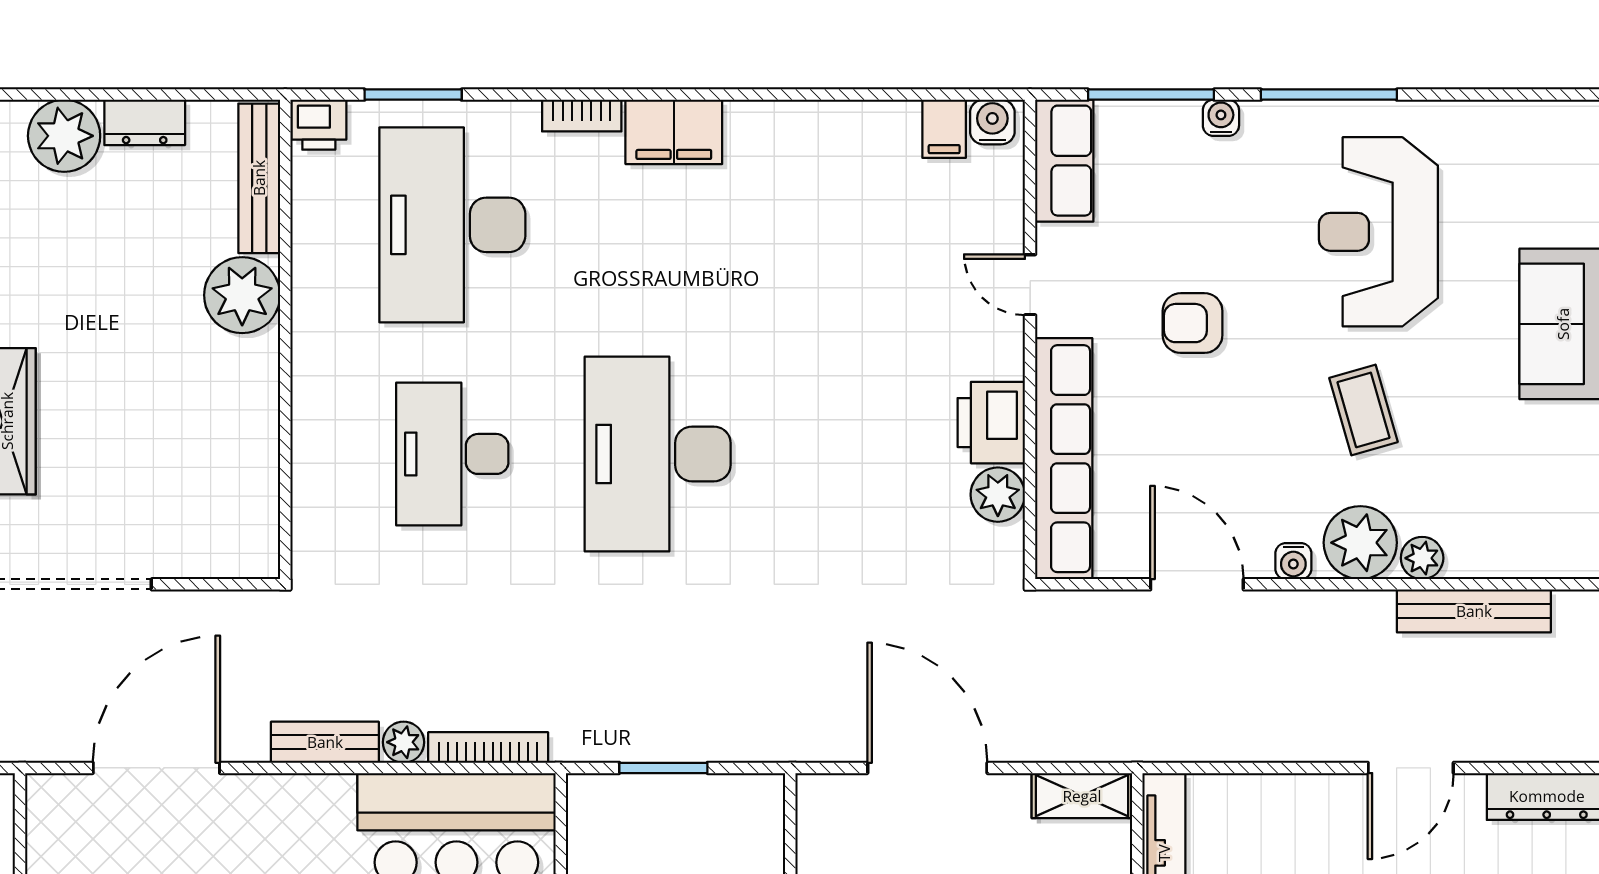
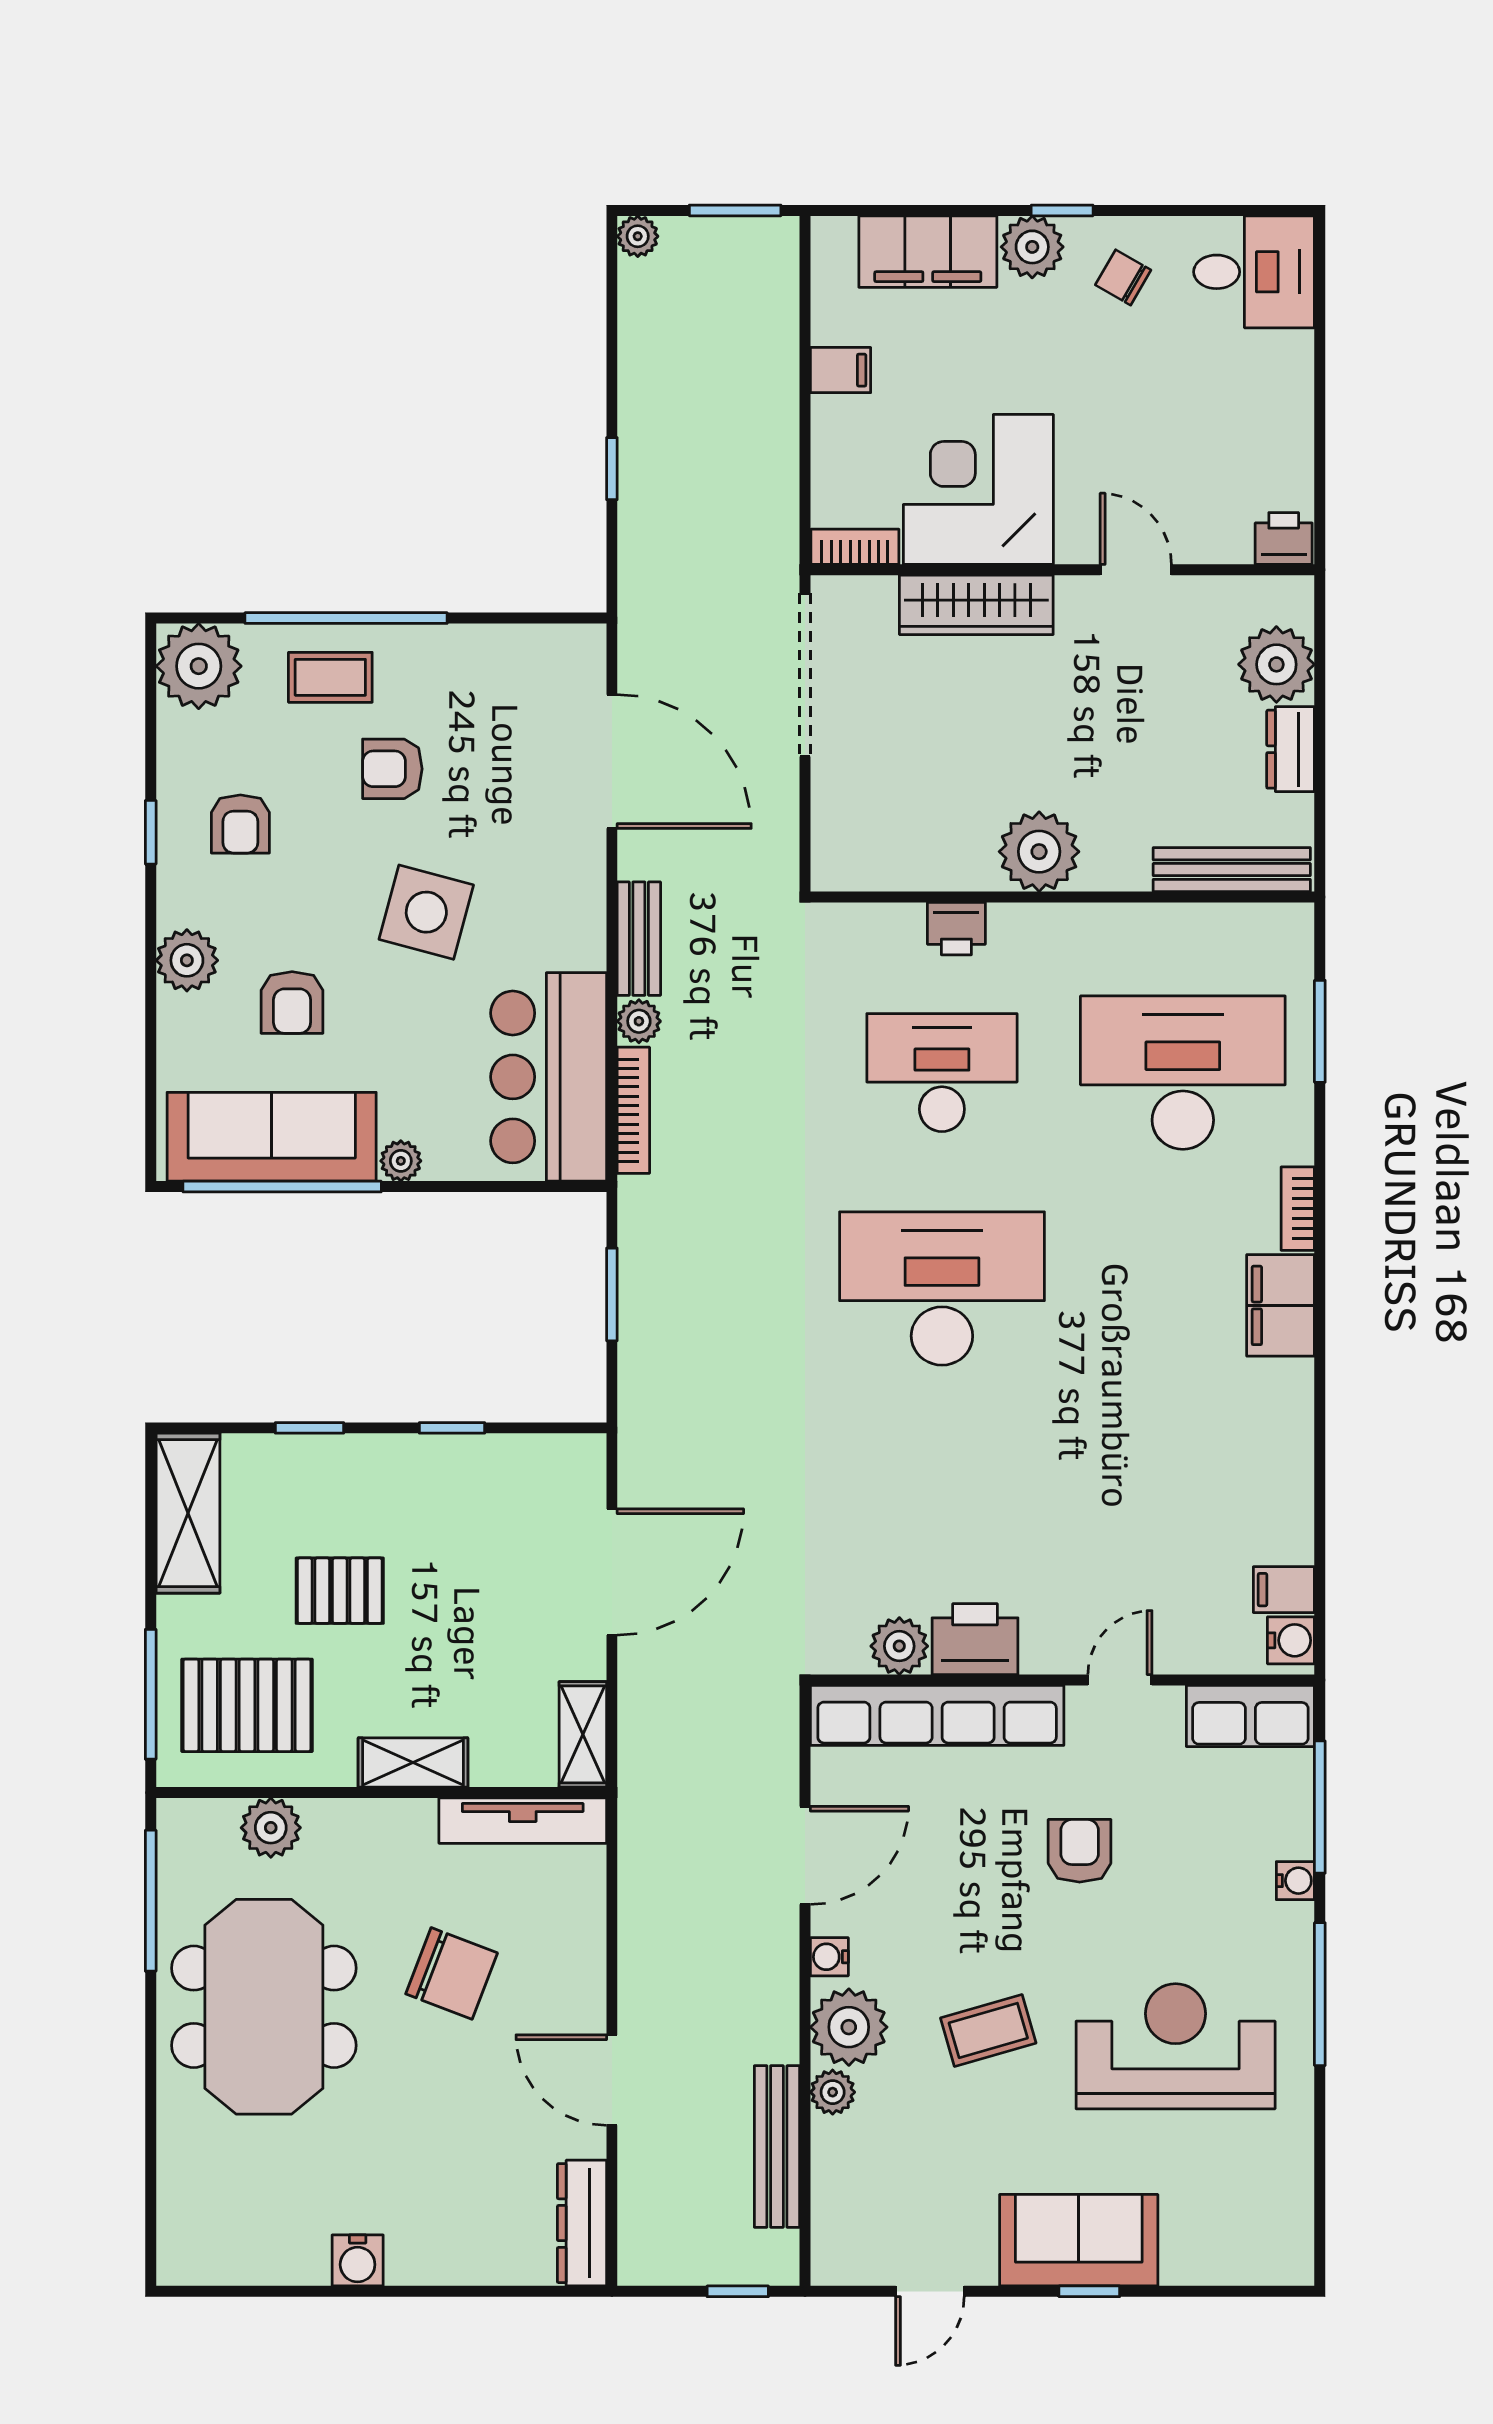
printer: (319, 125) -> (956, 929), moved, turned -90
plant: (242, 295) -> (1039, 852), moved

